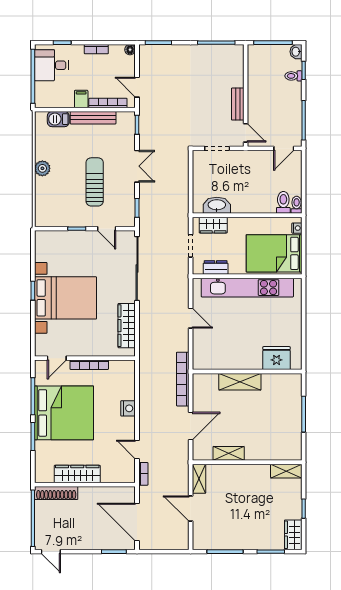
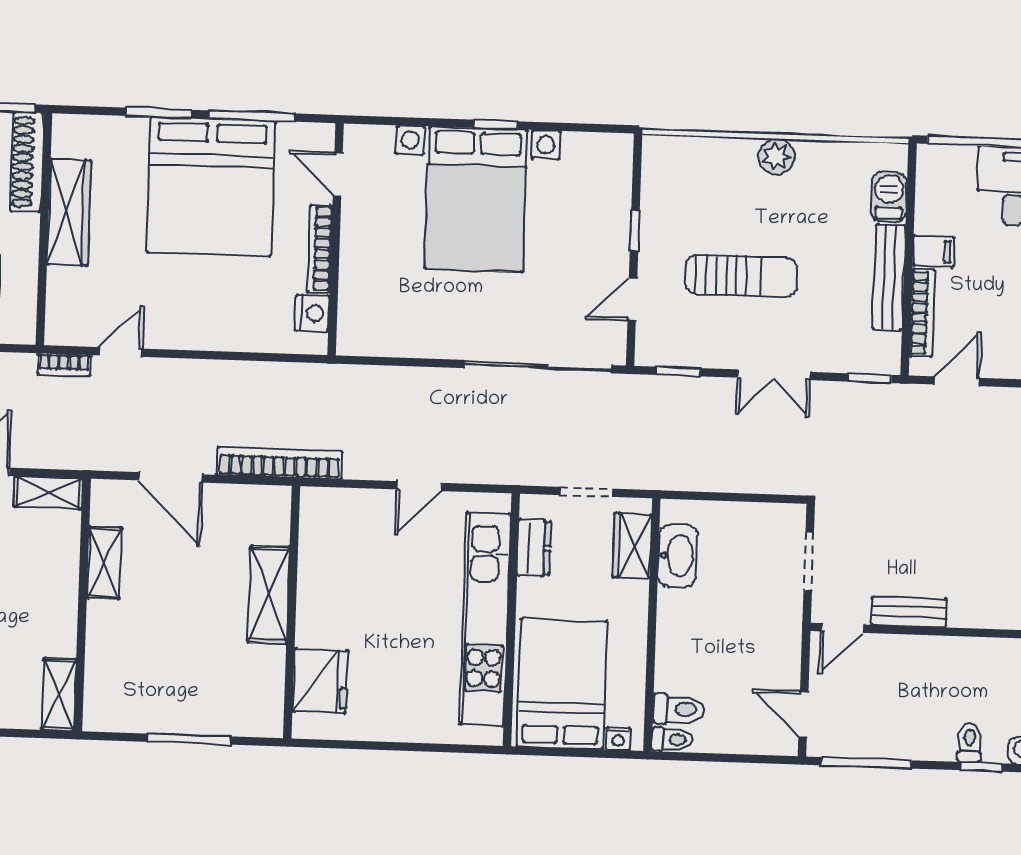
wardrobe: (127, 326) -> (407, 338), removed
nightstand: (128, 408) -> (312, 313), moved, turned -90

